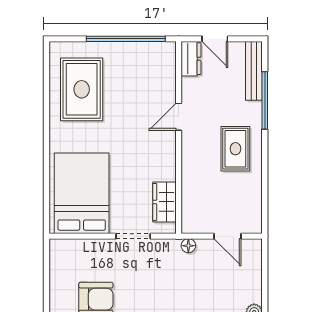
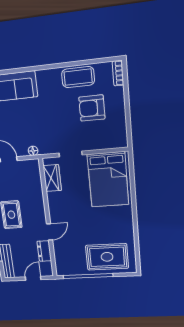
door: (215, 39) -> (33, 278), hinge flipped
dresser: (191, 59) -> (44, 251), moved
rug: (82, 89) -> (107, 257), moved, turned 90

